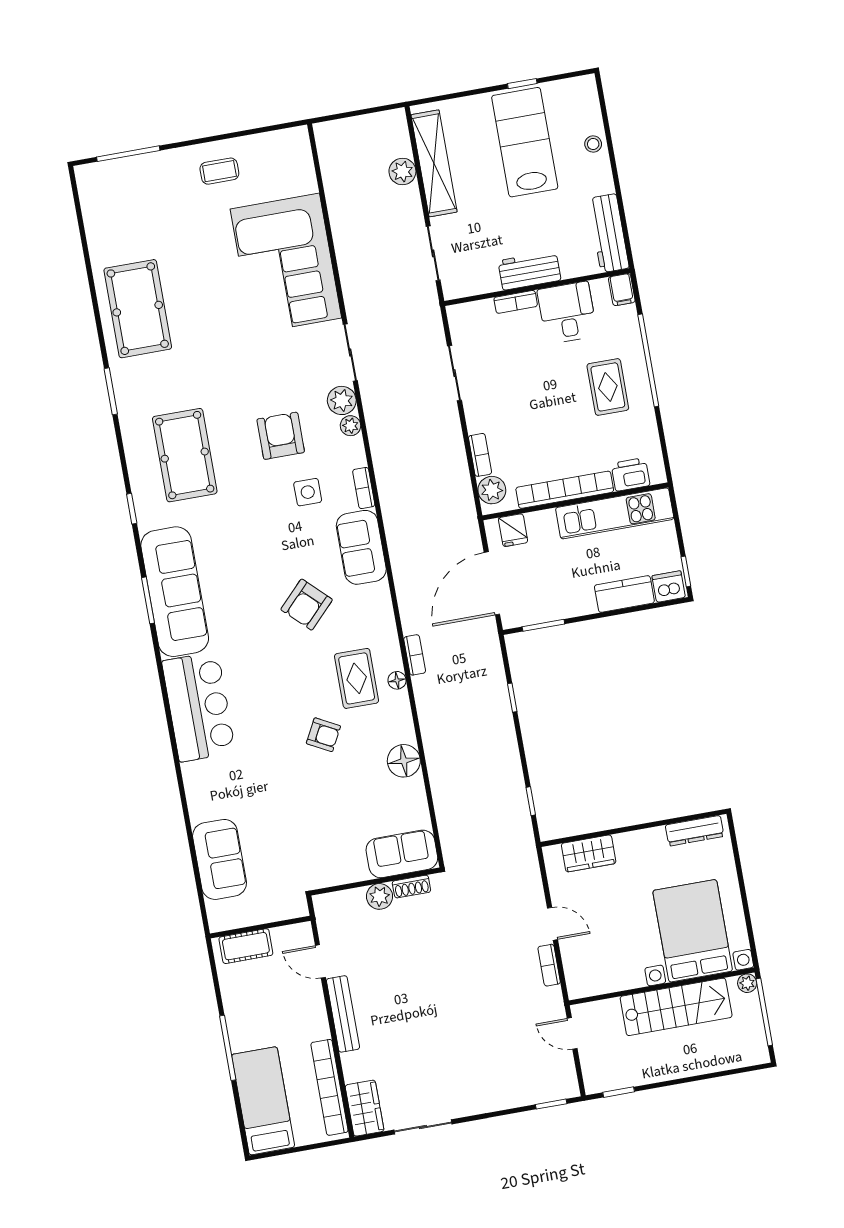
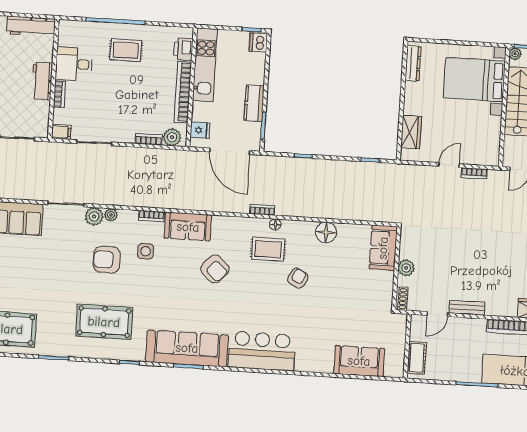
filing cabinet: (622, 290) -> (61, 132), moved
kitchen counter: (624, 594) -> (254, 103), moved
shoe rack: (411, 887) -> (402, 299), moved
bench: (343, 1014) -> (467, 308), width x0.73

